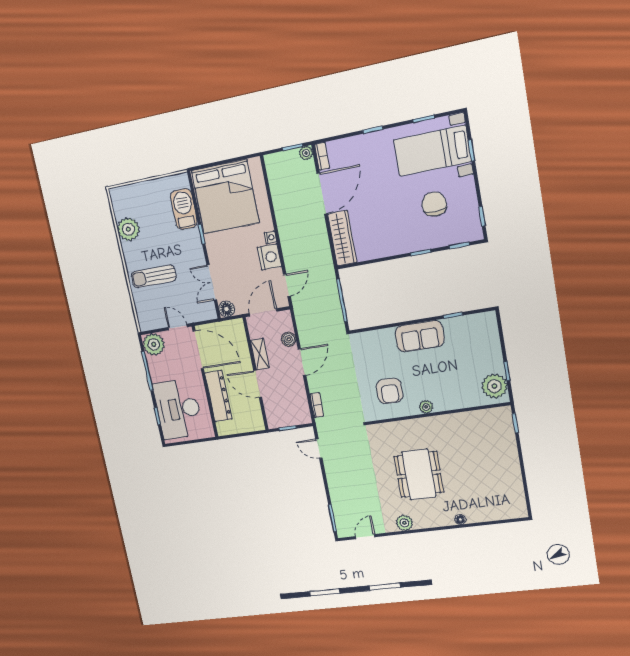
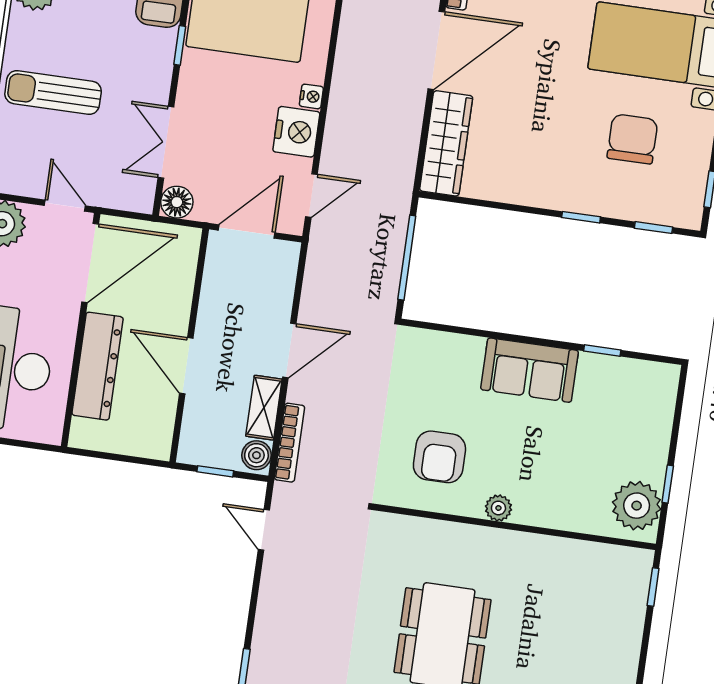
boiler: (289, 339) -> (256, 455), moved
door: (198, 350) -> (90, 263), hinge flipped
shelving: (260, 354) -> (264, 408), moved
bookcase: (317, 405) -> (290, 443), width x1.56

